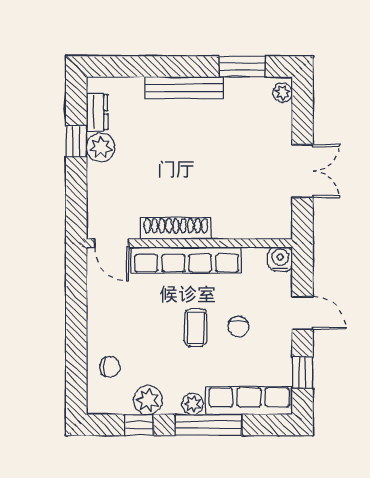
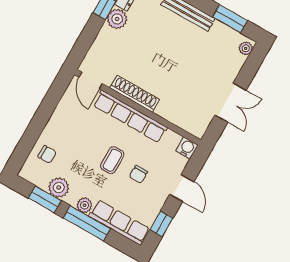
window: (139, 425) -> (45, 199), width x1.50

